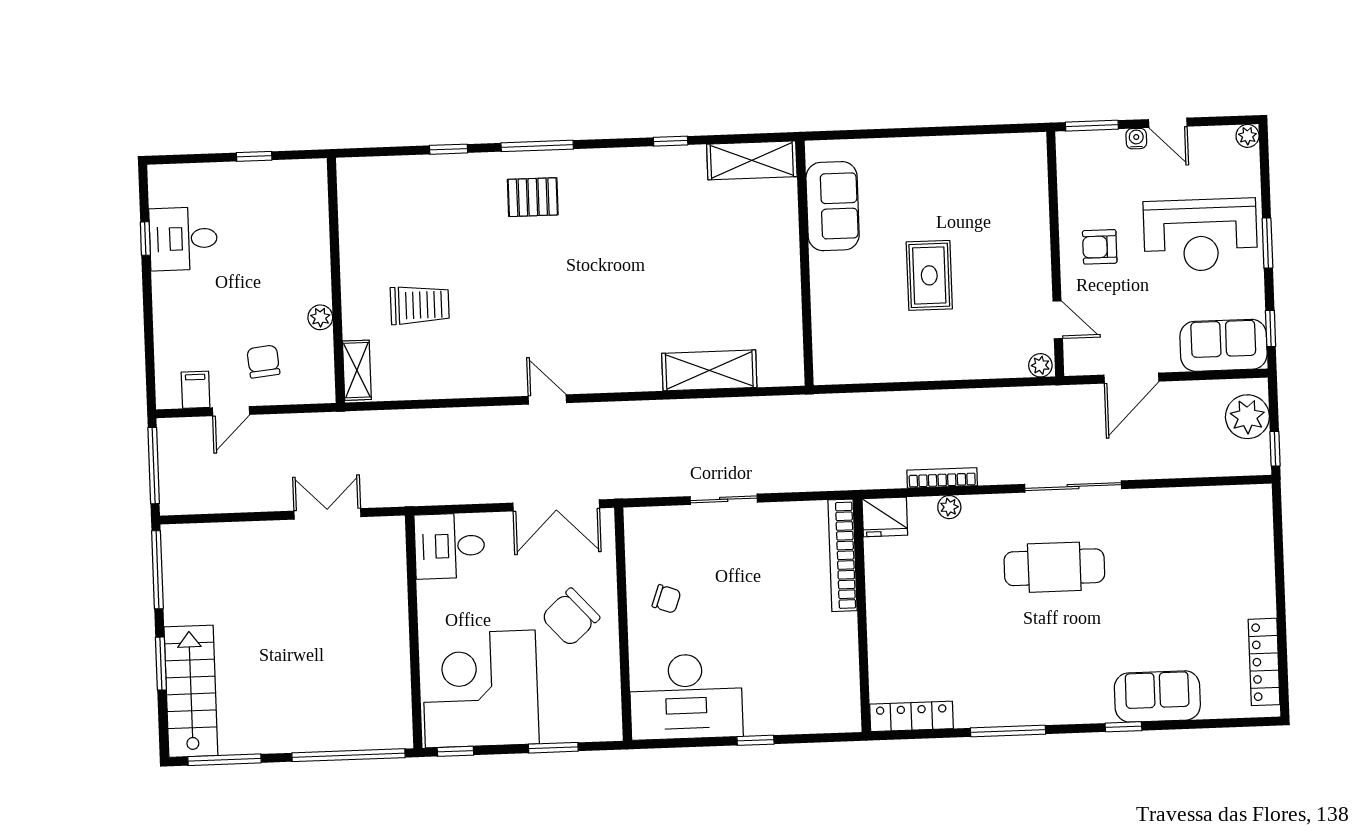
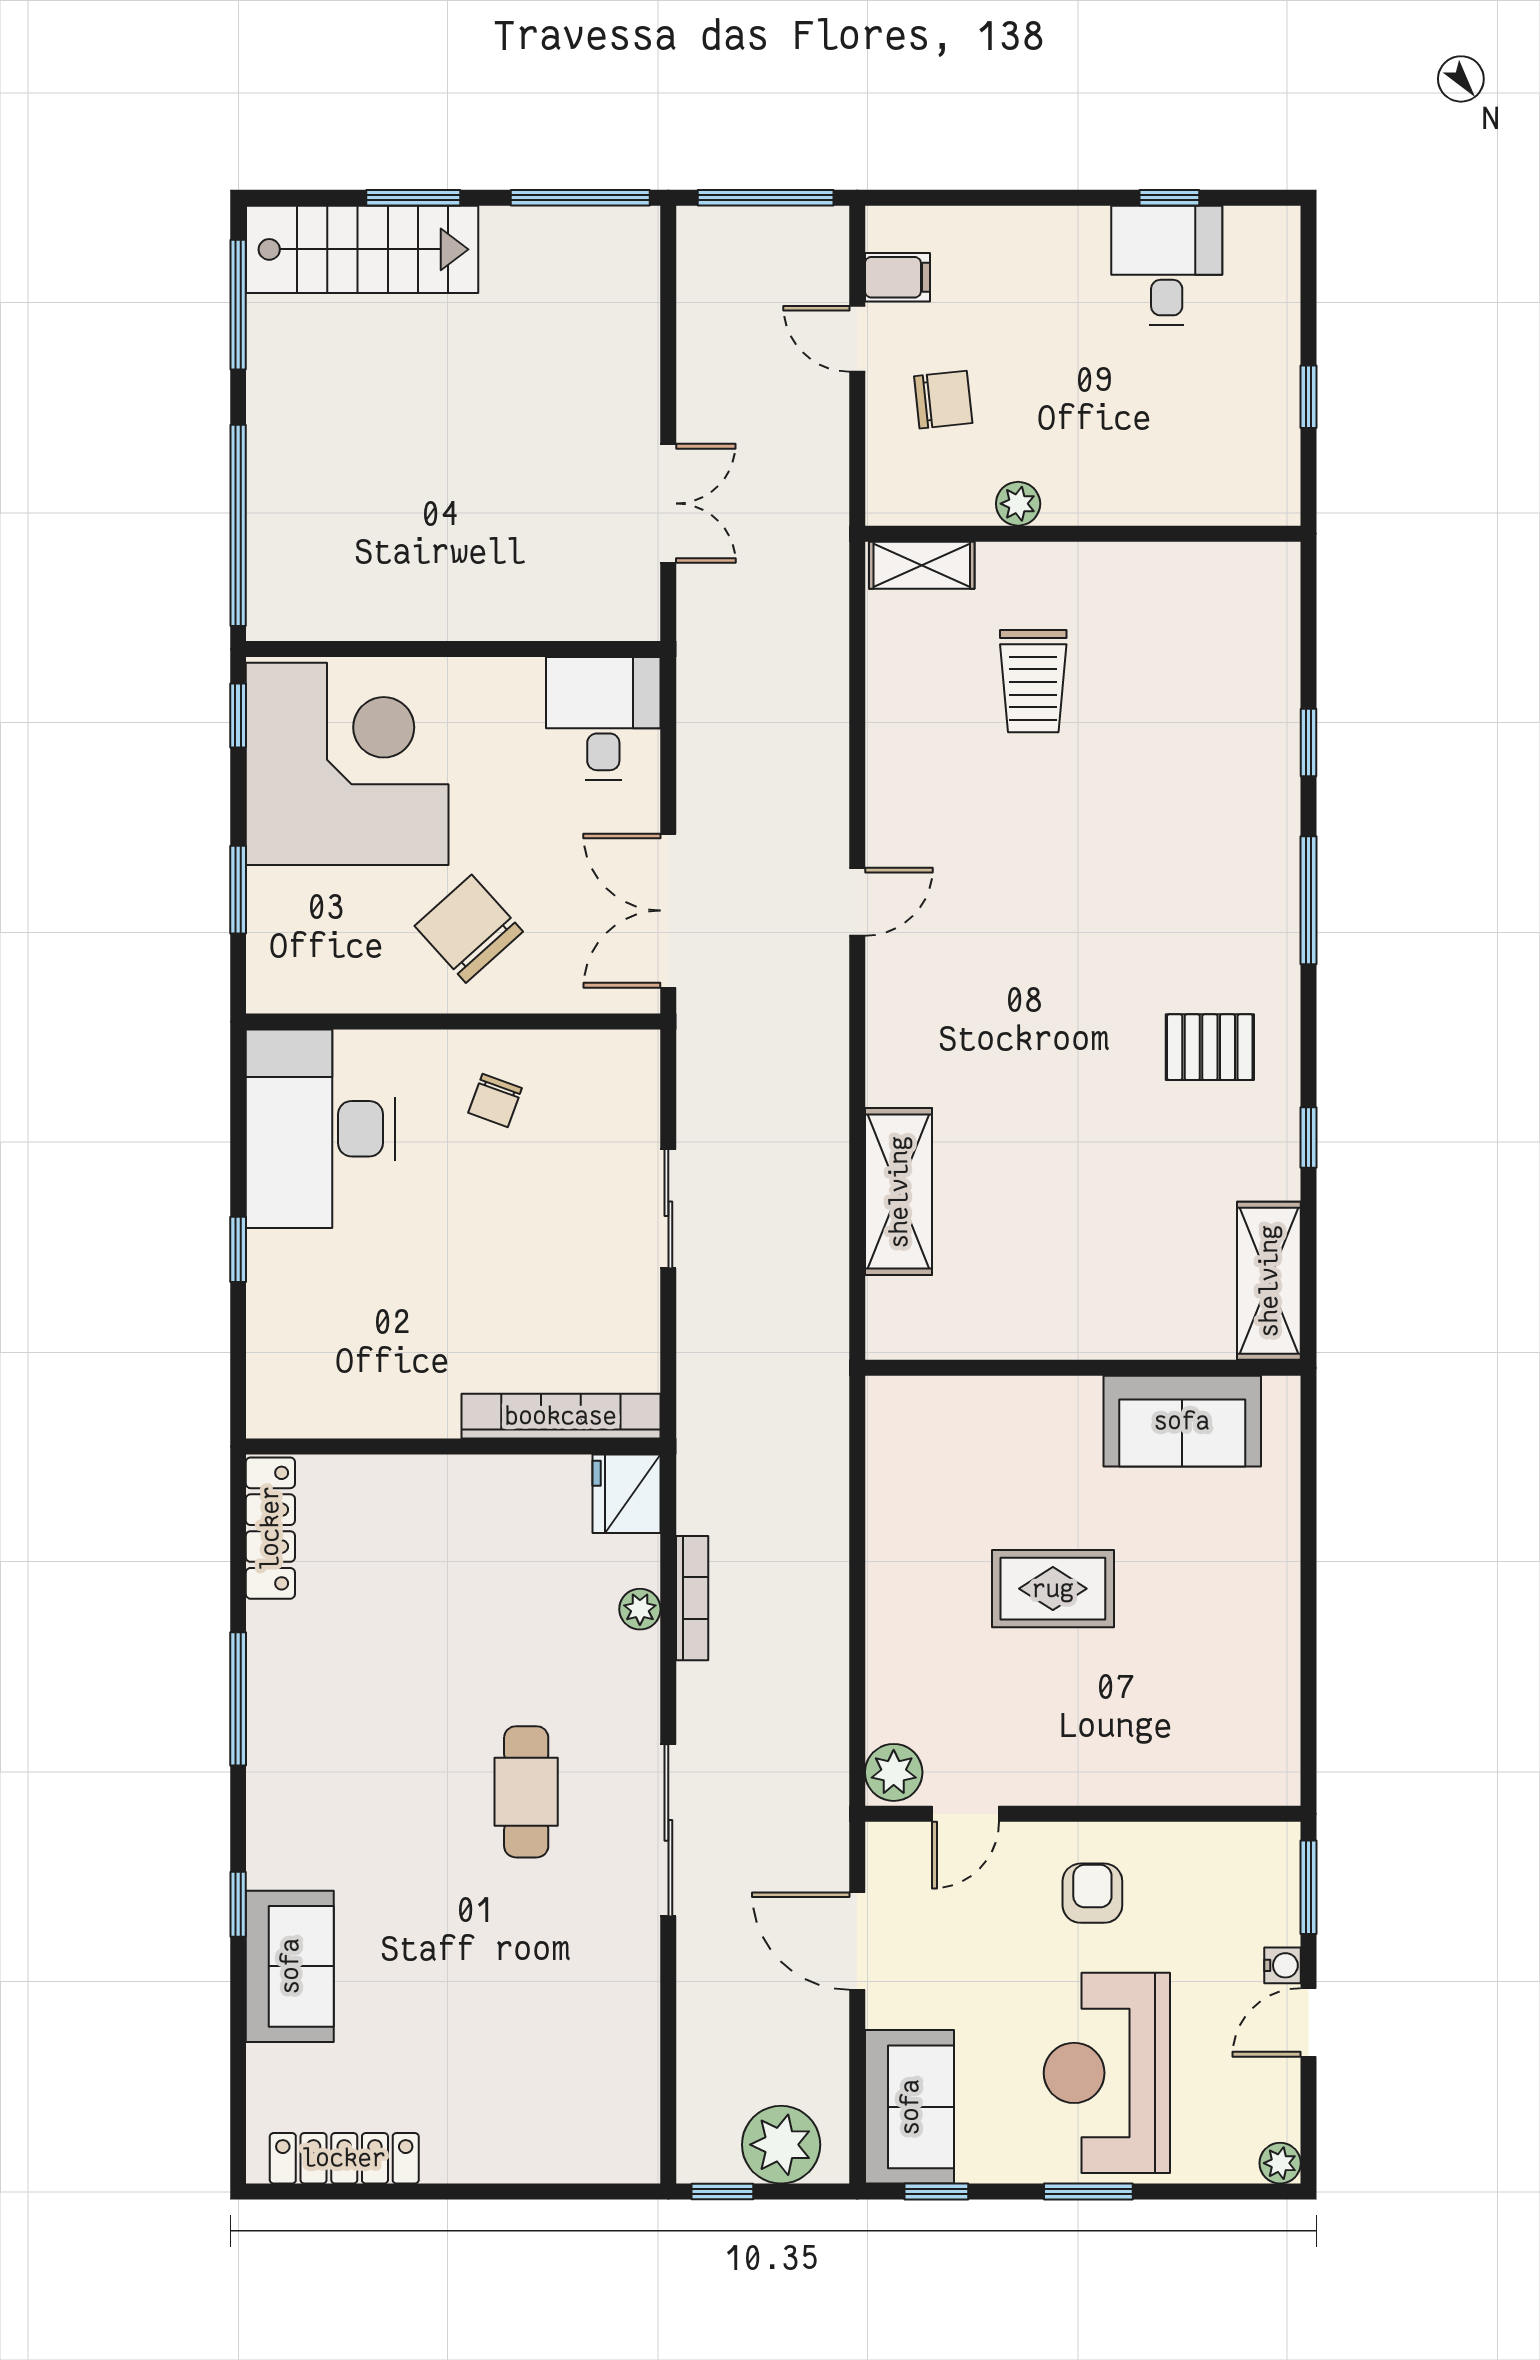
pallet: (533, 197) -> (1210, 1047), moved, turned 90
plant: (1040, 365) -> (894, 1772), width x1.38, depth x1.38
cafe table: (1054, 567) -> (526, 1792), width x0.73, depth x0.74

